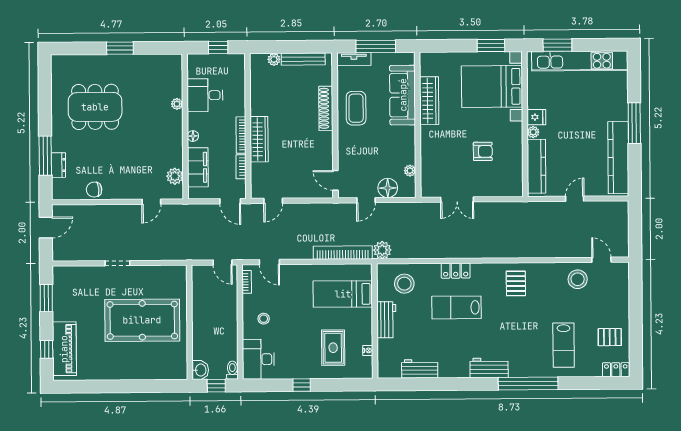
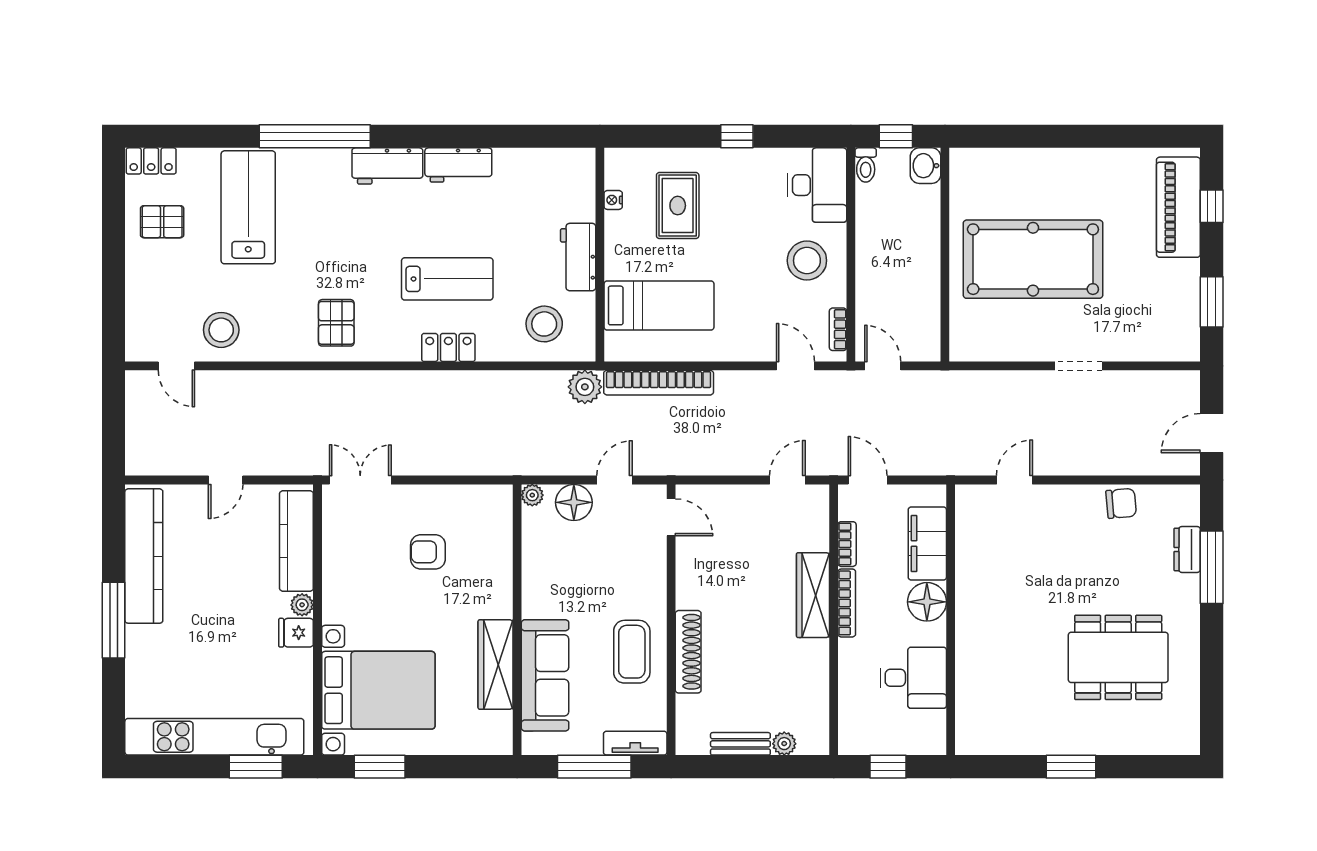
bench: (303, 59) -> (740, 744), width x0.73
plant: (177, 104) -> (966, 662), removed
floor lamp: (193, 136) -> (927, 602), width x1.89, depth x1.89
armchair: (483, 151) -> (428, 552), moved
plant: (410, 171) -> (532, 495), moved
plant: (175, 176) -> (970, 527), removed
double door: (457, 200) -> (360, 480), moved
stool: (264, 319) -> (807, 261), width x1.89, depth x1.89
lab bench: (564, 345) -> (248, 207), width x1.36, depth x1.39
workbench: (420, 369) -> (458, 165), moved

